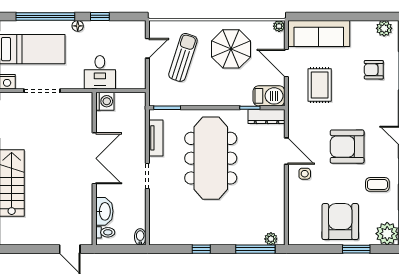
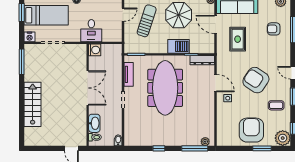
barbecue: (269, 96) -> (178, 46), moved
armchair: (347, 147) -> (256, 80), turned 34

